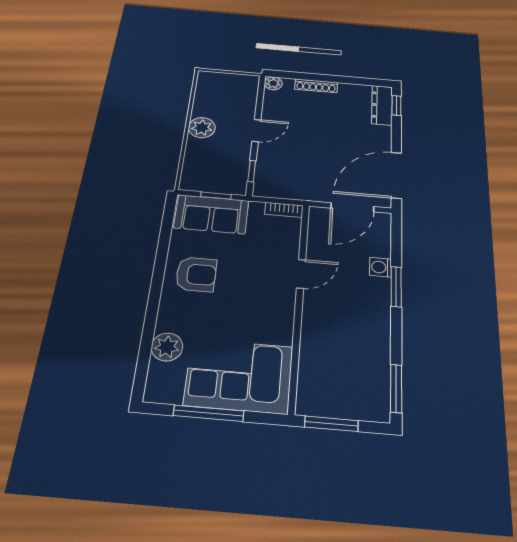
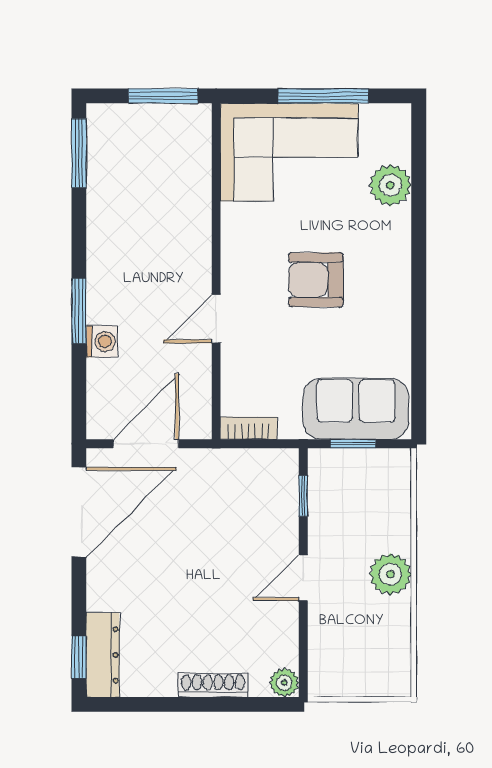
armchair: (196, 274) -> (316, 280), moved

